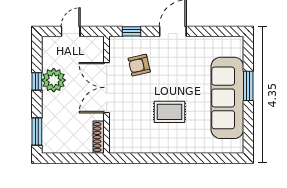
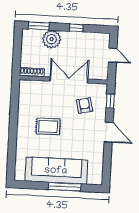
plant: (54, 80) -> (52, 39), moved
window: (248, 86) -> (65, 187), width x1.44
rug: (169, 112) -> (48, 126), turned 90

